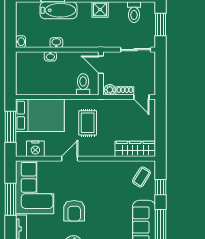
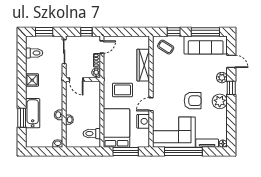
door: (101, 65) -> (76, 79), hinge flipped
window: (161, 78) -> (86, 32), added
toilet: (83, 84) -> (92, 134), moved
nightstand: (35, 149) -> (143, 121), moved
wardrobe: (135, 149) -> (143, 65), moved
door: (70, 159) -> (151, 104), hinge flipped
window: (11, 199) -> (183, 151), width x1.46

